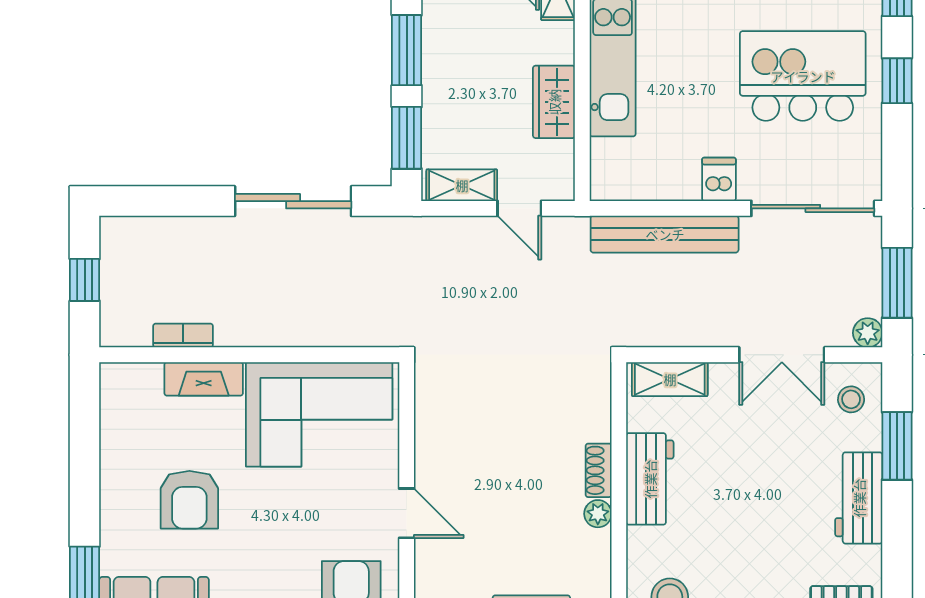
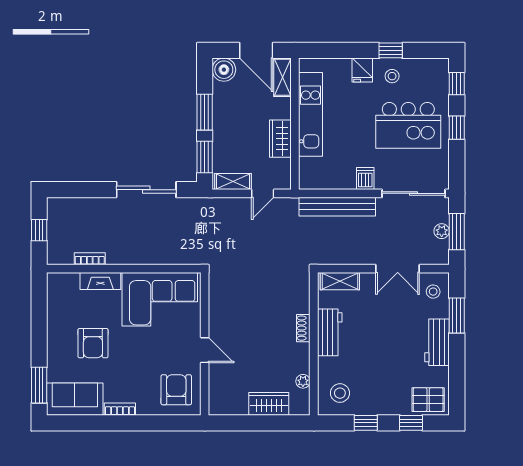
kitchen island: (803, 76) -> (408, 125), turned 180
door: (519, 208) -> (263, 193), hinge flipped
plant: (868, 333) -> (442, 231), moved
plant: (598, 514) -> (303, 381), moved

